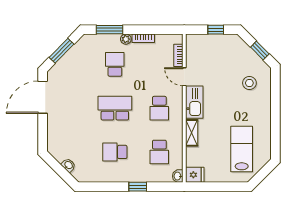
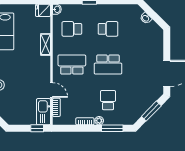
window: (216, 30) -> (37, 128), moved
school desk: (115, 64) -> (108, 100), turned 180
kitchen sink: (194, 102) -> (44, 112), moved
school desk: (159, 108) -> (72, 64), width x1.85
school desk: (159, 152) -> (72, 29), turned -90

